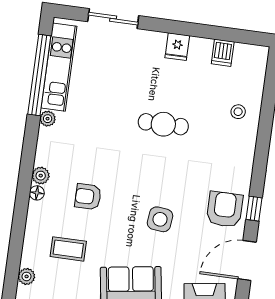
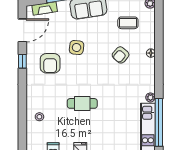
plant: (41, 176) -> (150, 64), removed
armchair: (88, 197) -> (121, 55), turned 131
armchair: (225, 209) -> (50, 63), moved

